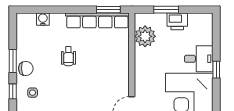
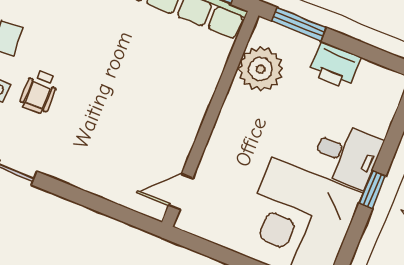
window: (166, 10) -> (299, 24), moved
wheelchair: (68, 56) -> (39, 92), moved

